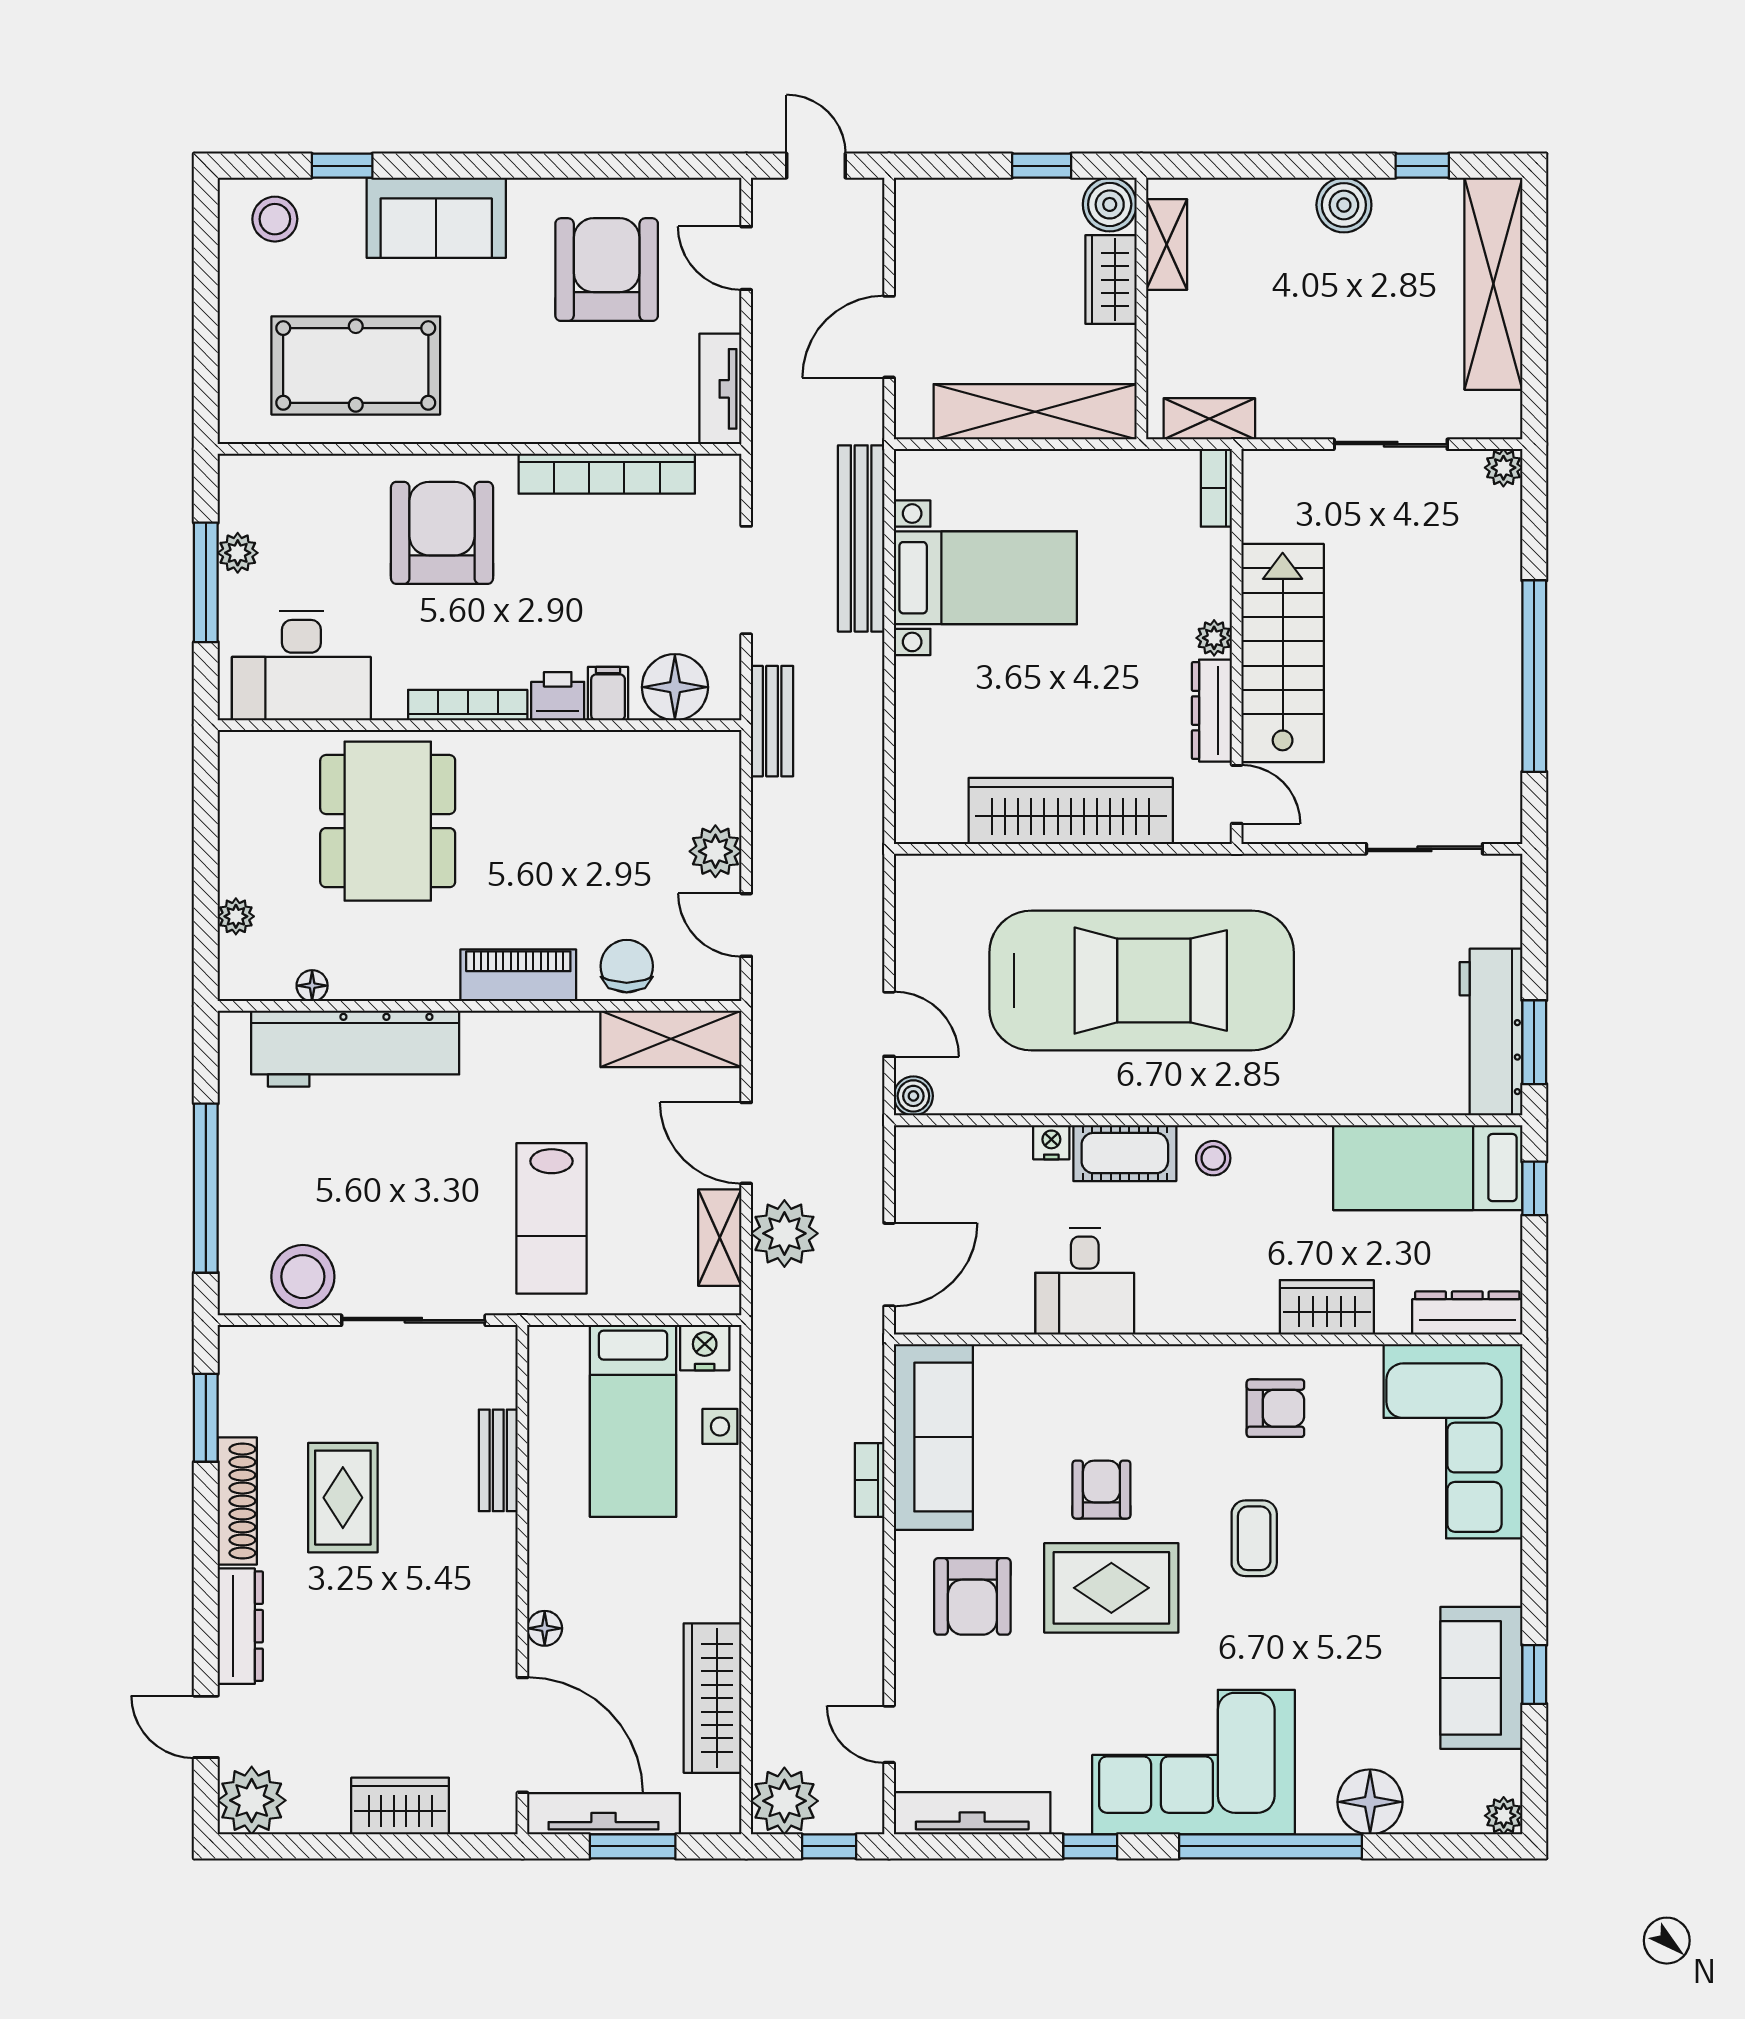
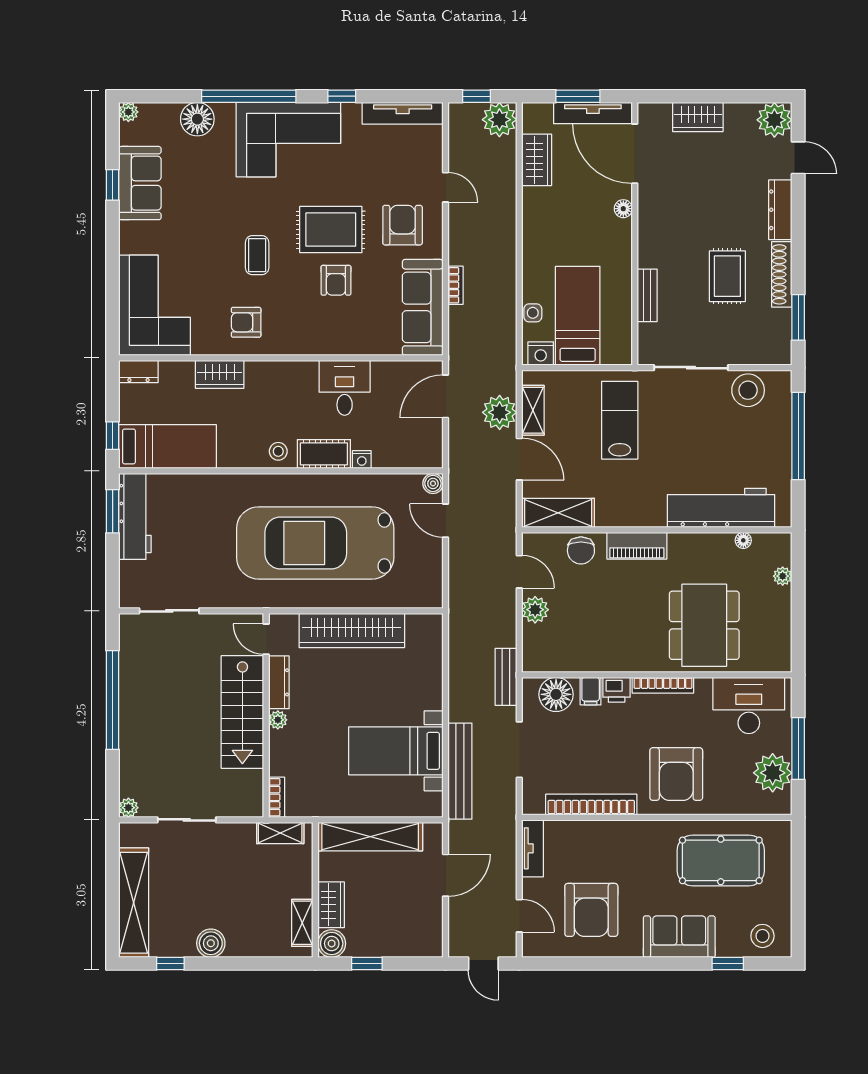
plant: (238, 553) -> (773, 773), width x1.87, depth x1.87
dresser: (1467, 1313) -> (138, 371), width x0.70
wardrobe: (713, 1698) -> (537, 160), width x0.67
door: (889, 1734) -> (446, 187), moved

